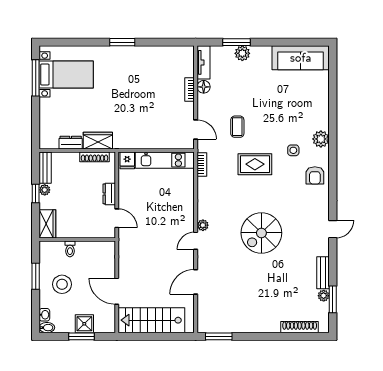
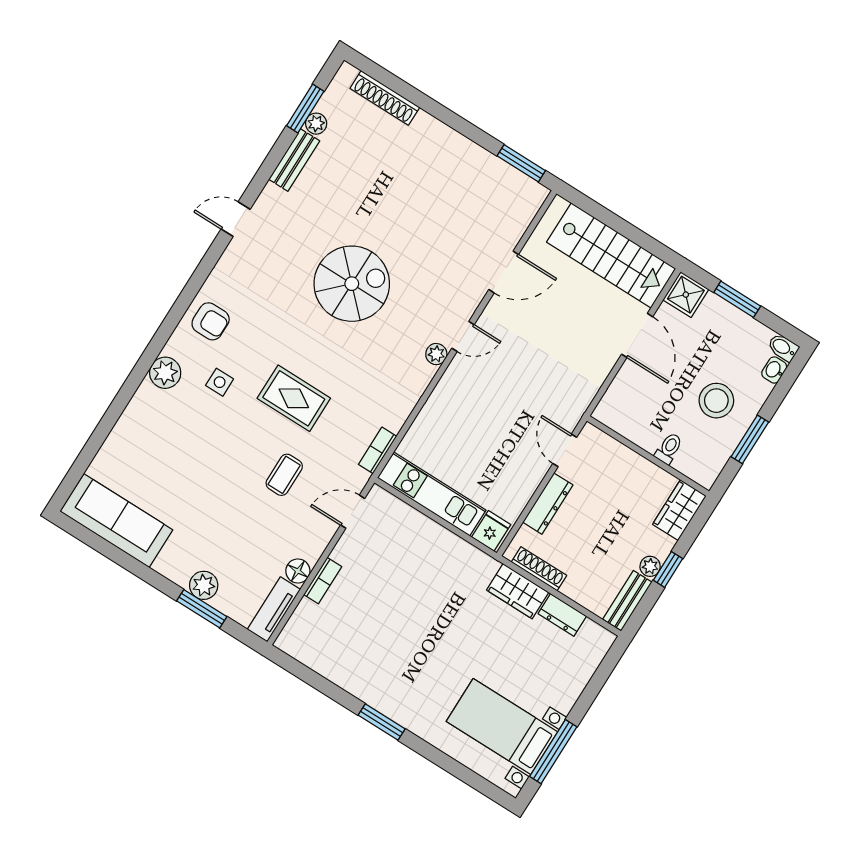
door: (196, 129) -> (353, 512), hinge flipped
armchair: (315, 175) -> (211, 321), turned 90
dresser: (109, 194) -> (548, 504), width x1.44
shower: (84, 324) -> (686, 295), moved

